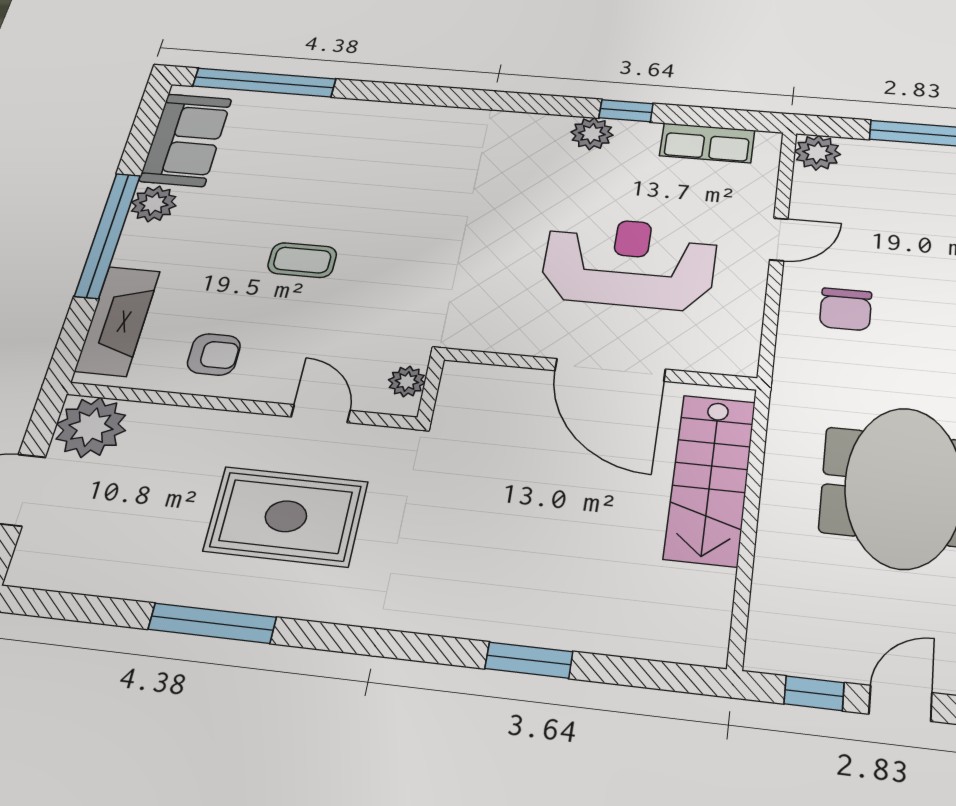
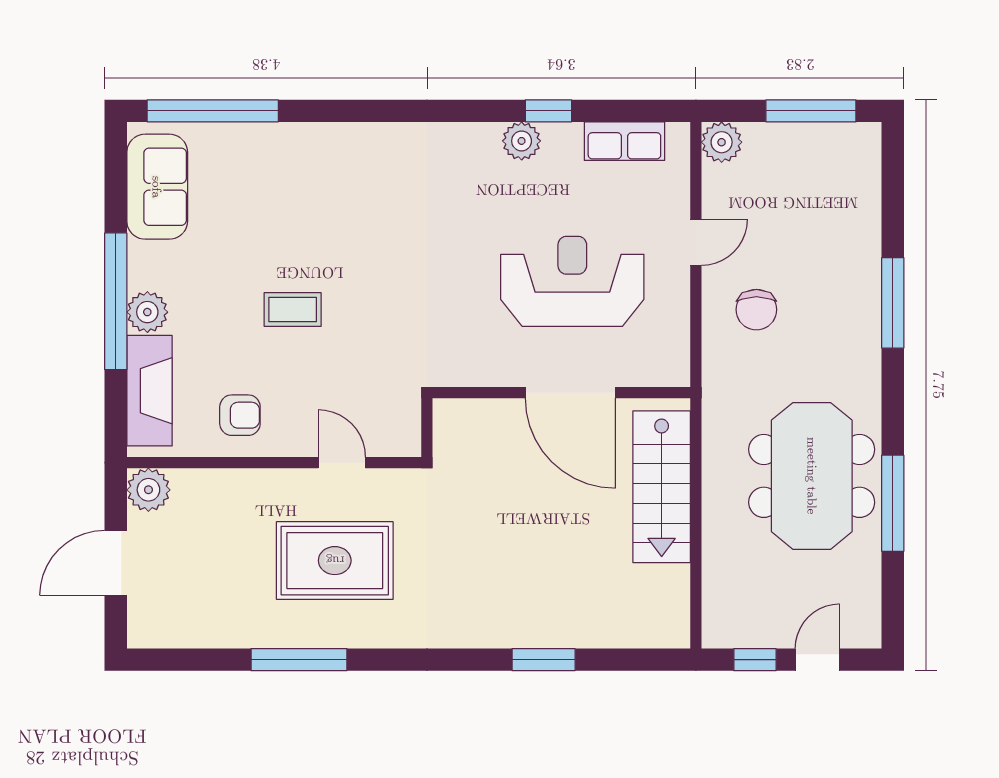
plant: (154, 204) -> (147, 312), moved
plant: (407, 381) -> (406, 423), removed
plant: (91, 427) -> (148, 490), width x0.73, depth x0.73

